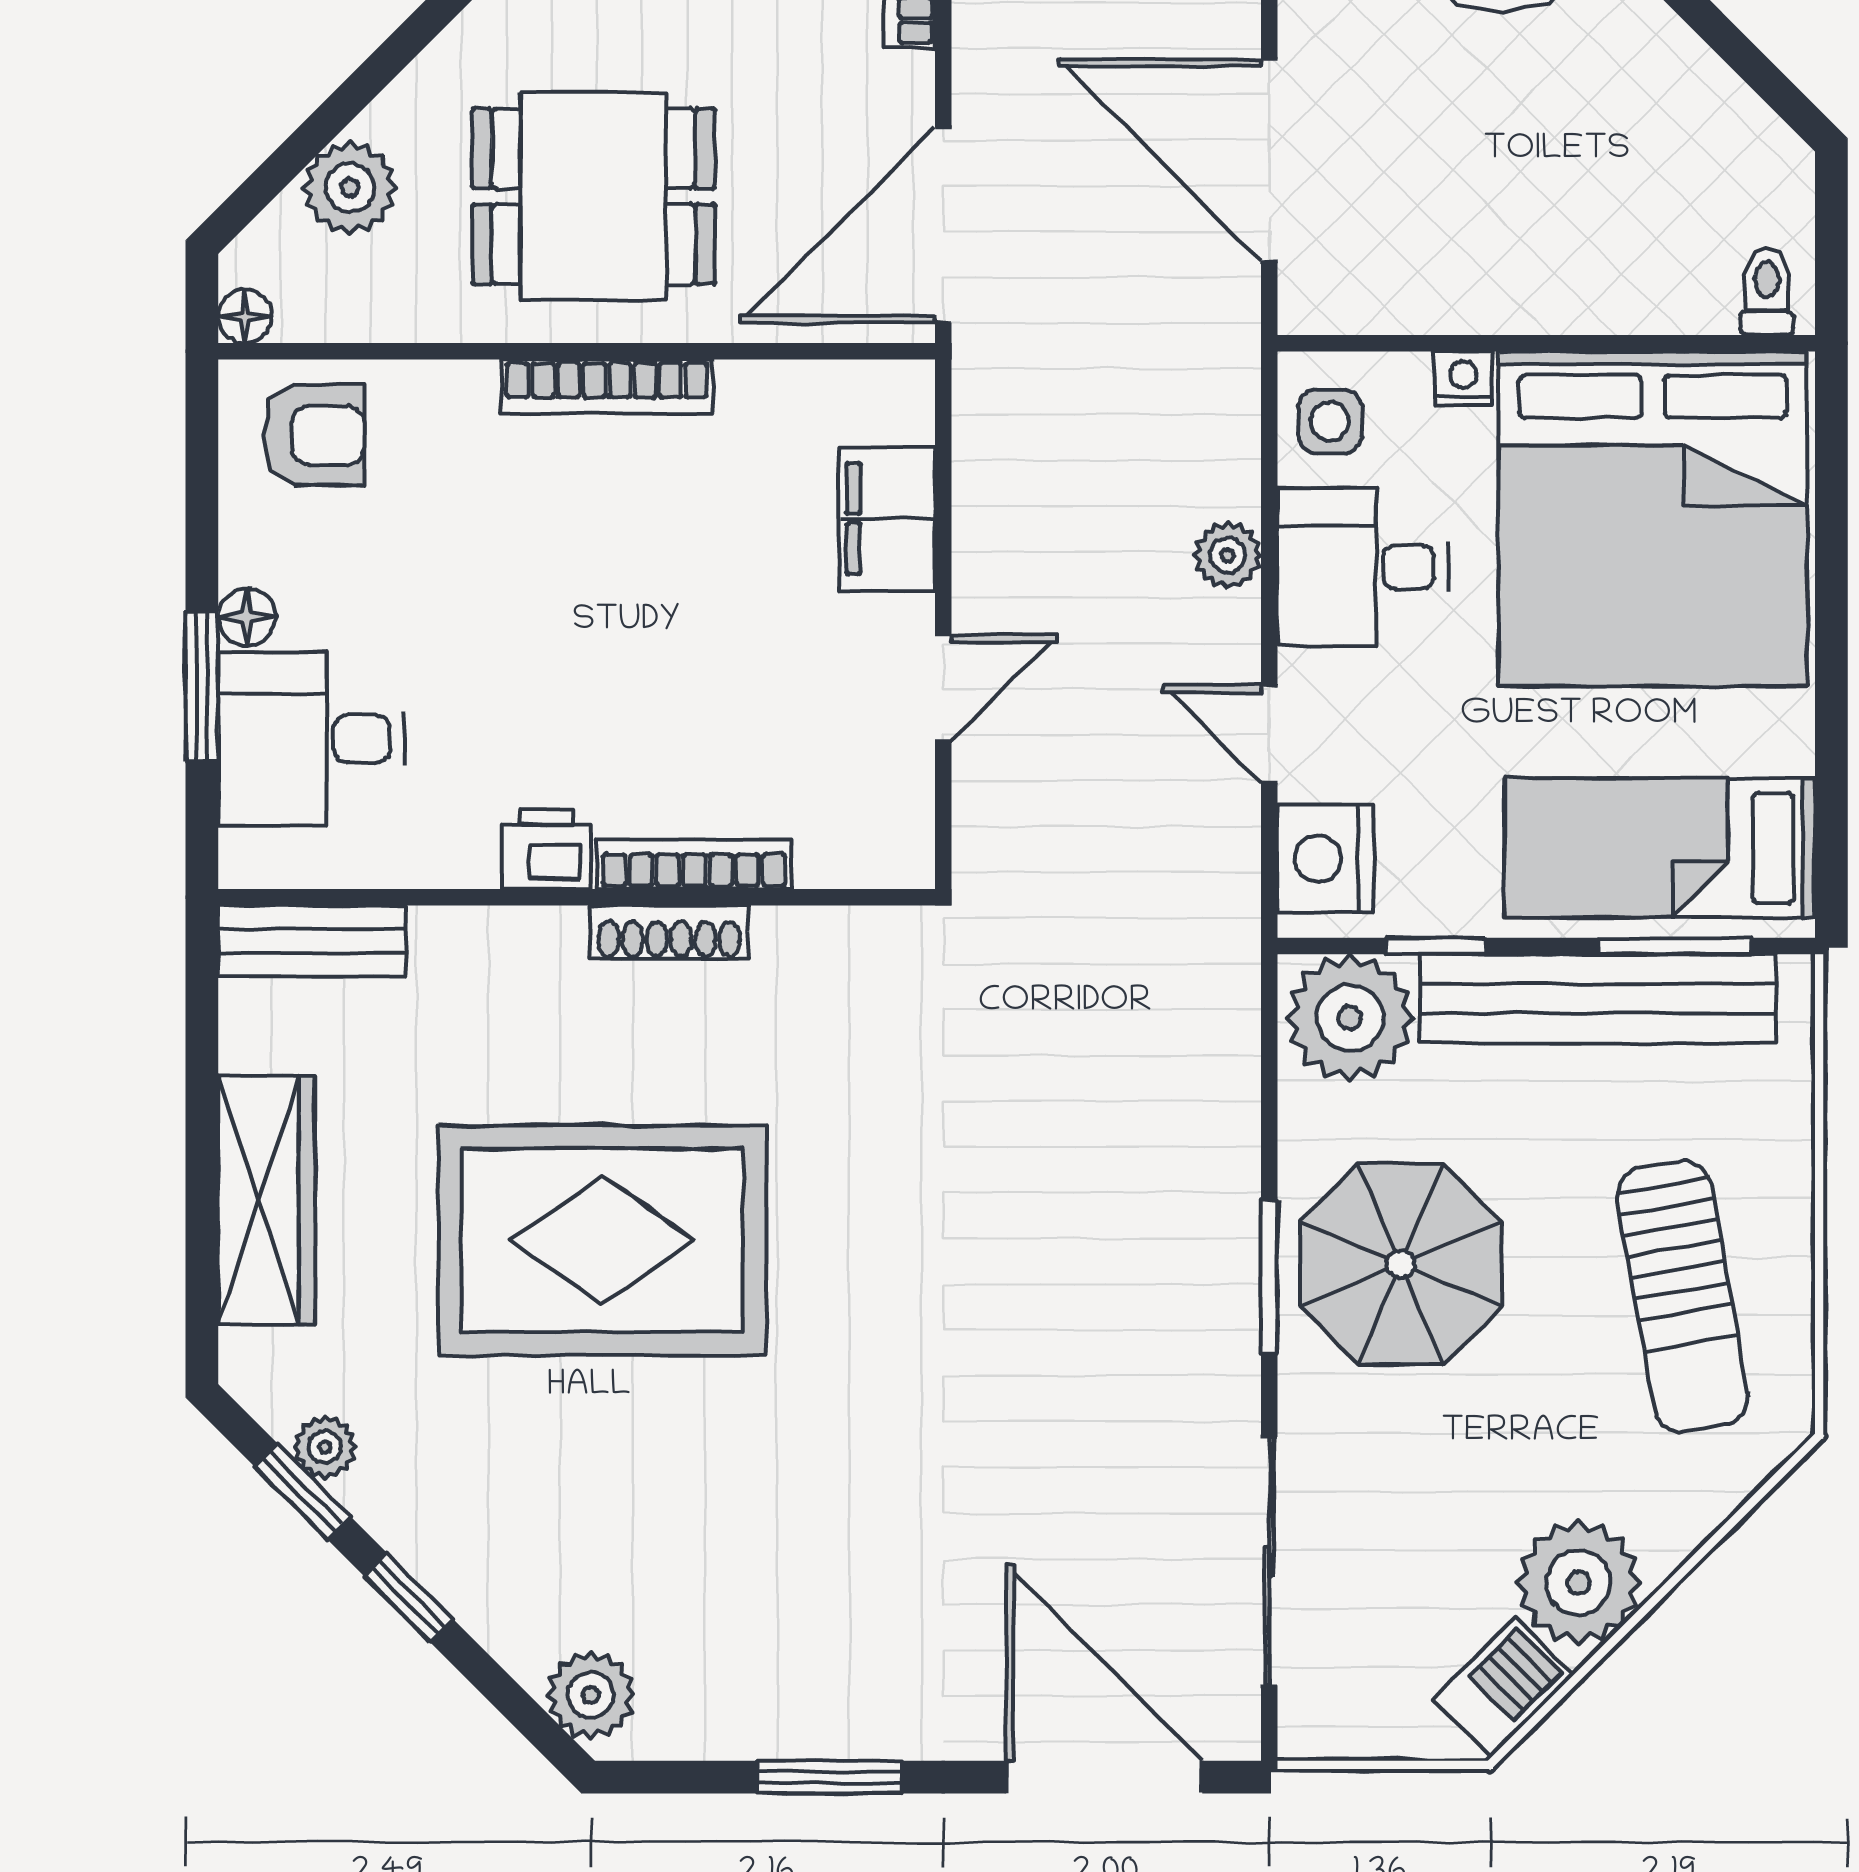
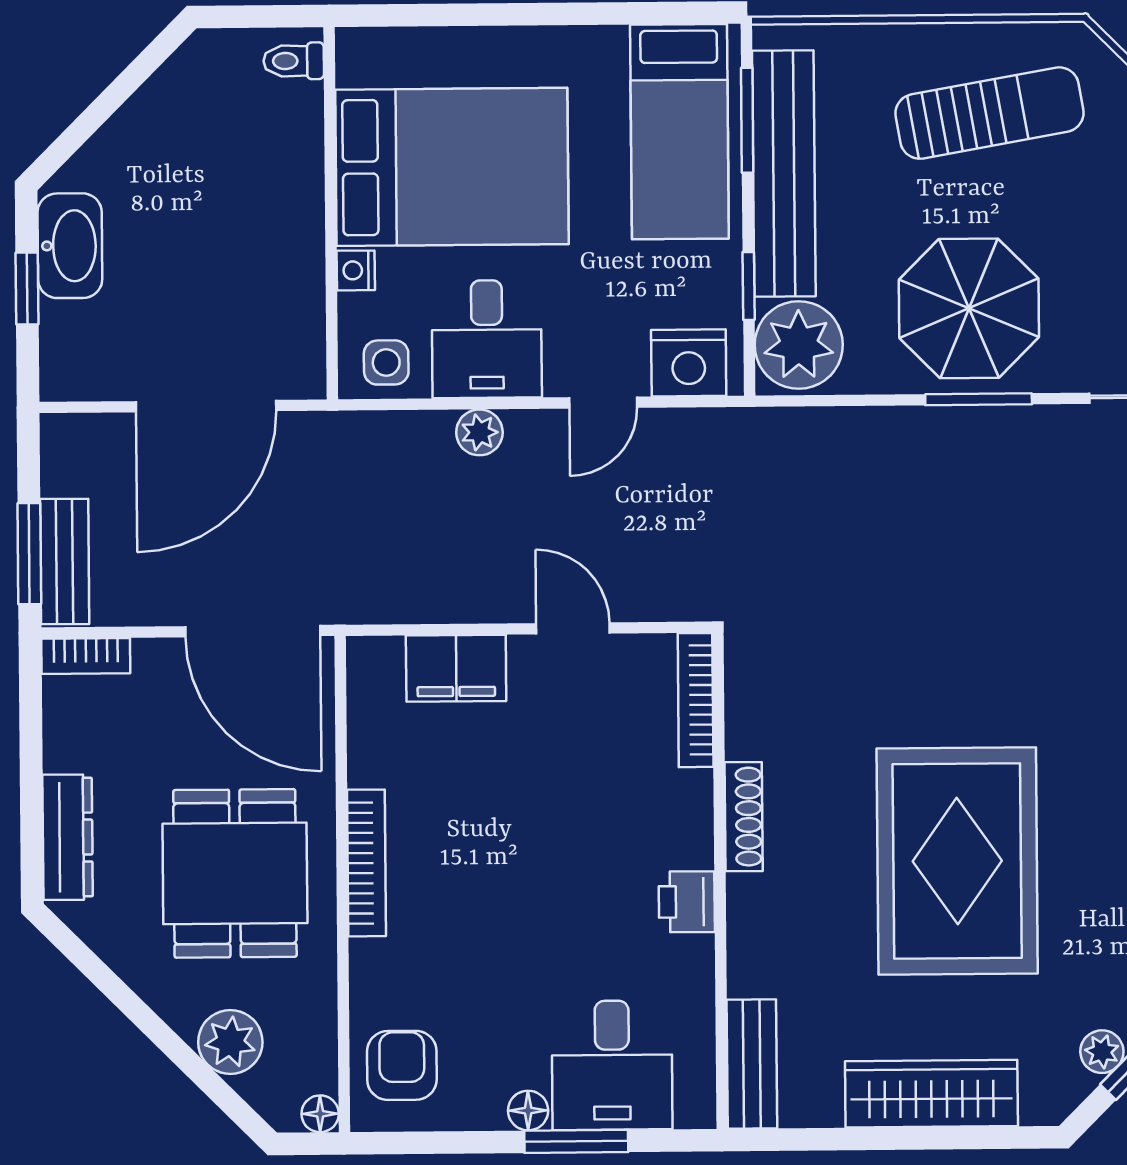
bed: (1653, 519) -> (452, 167), width x0.73
bookcase: (694, 864) -> (696, 700), moved

